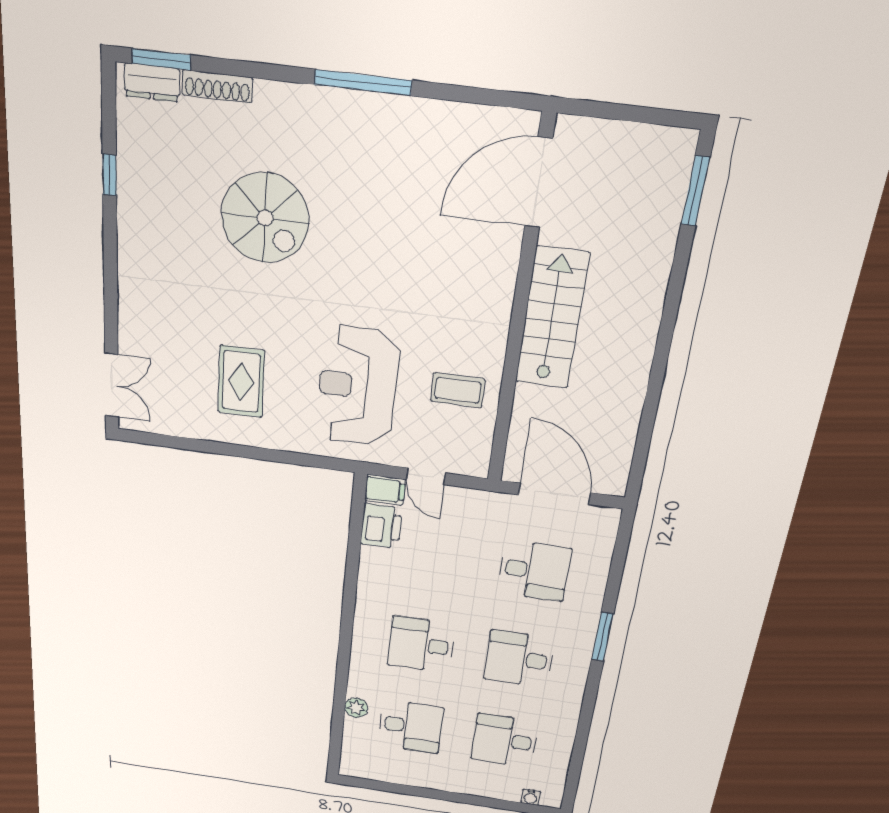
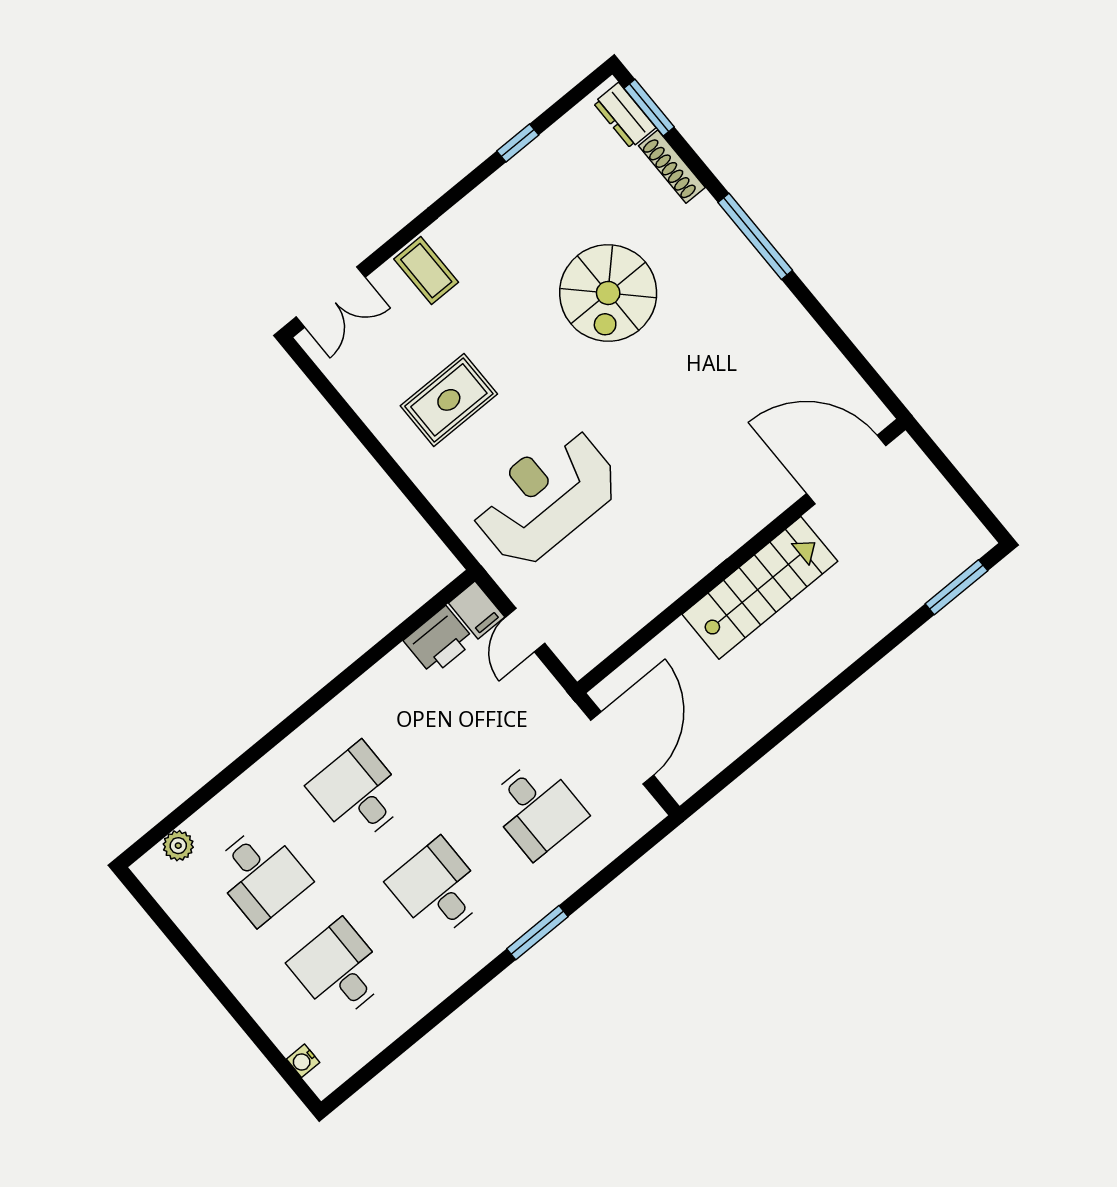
window: (363, 83) -> (755, 236), moved
coffee table: (458, 390) -> (426, 271), moved
plant: (356, 708) -> (178, 846), moved

